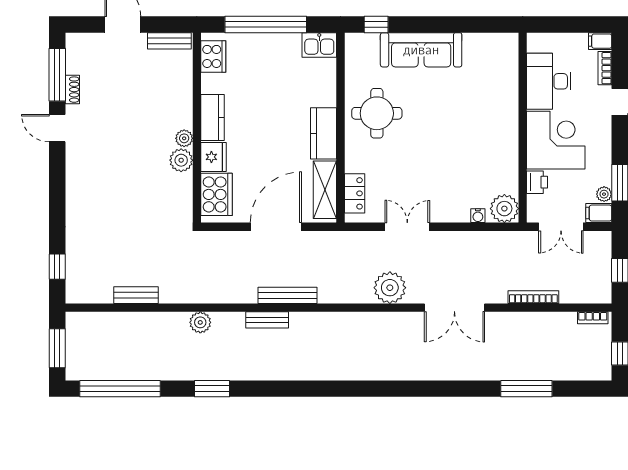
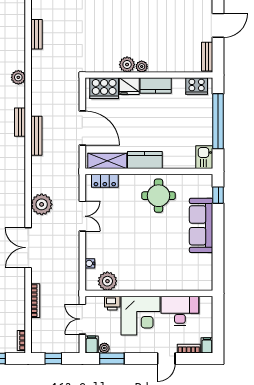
plant: (504, 209) -> (107, 281), moved

